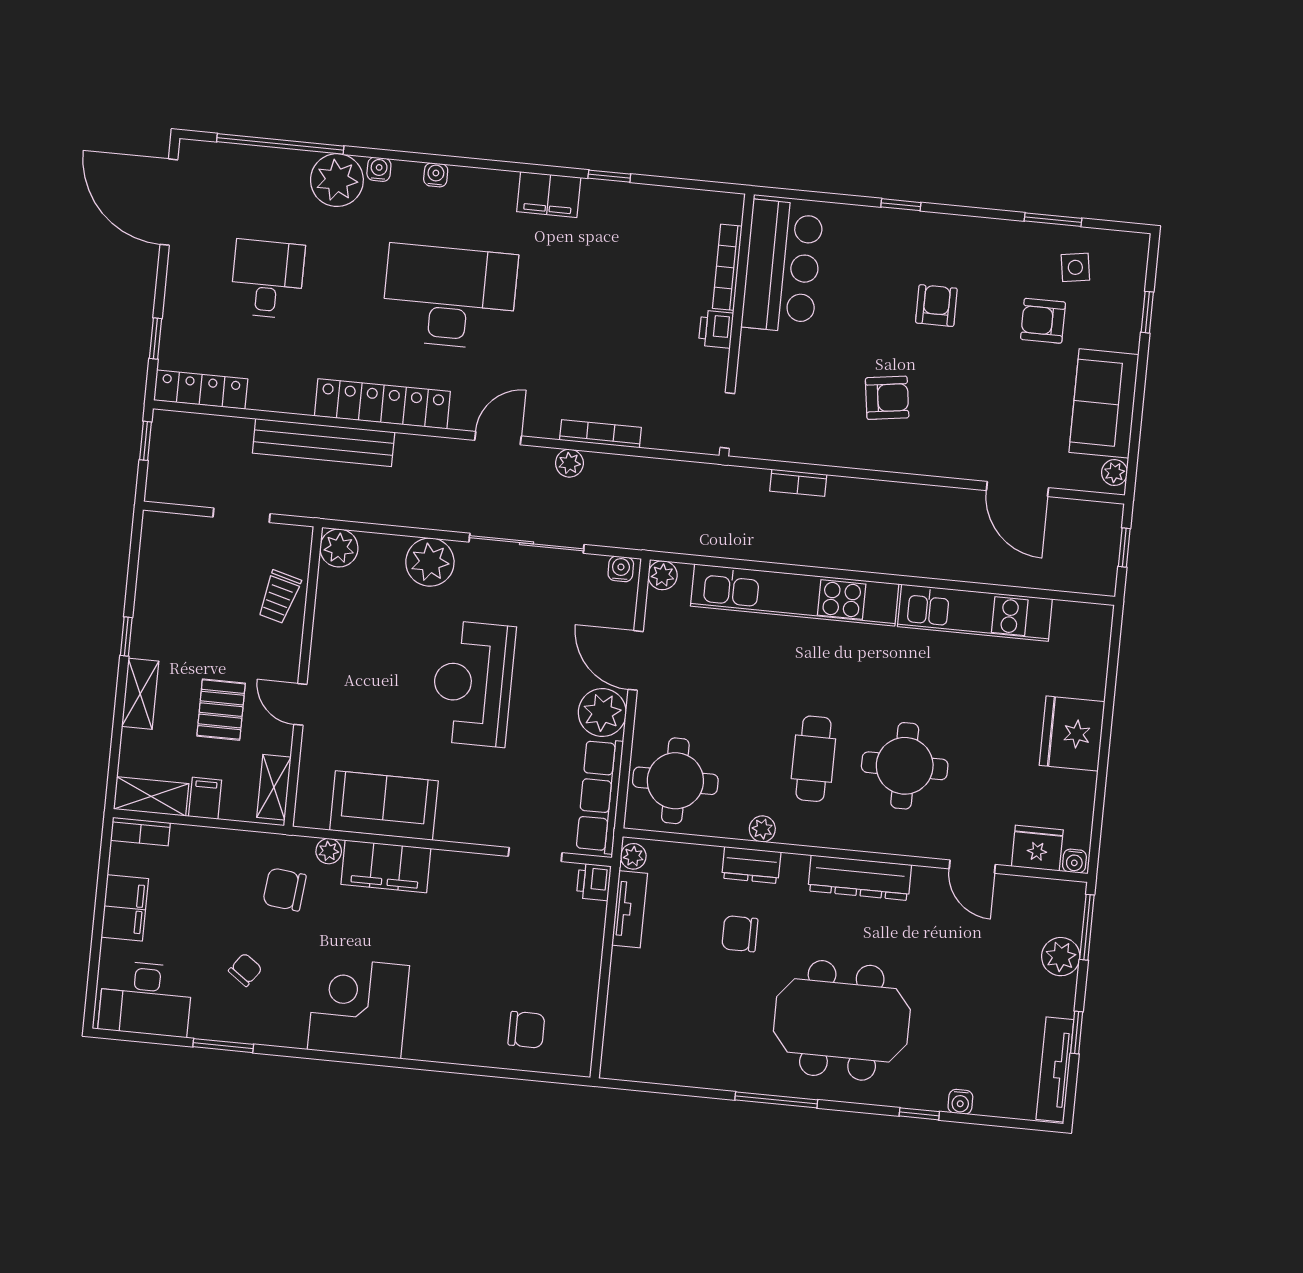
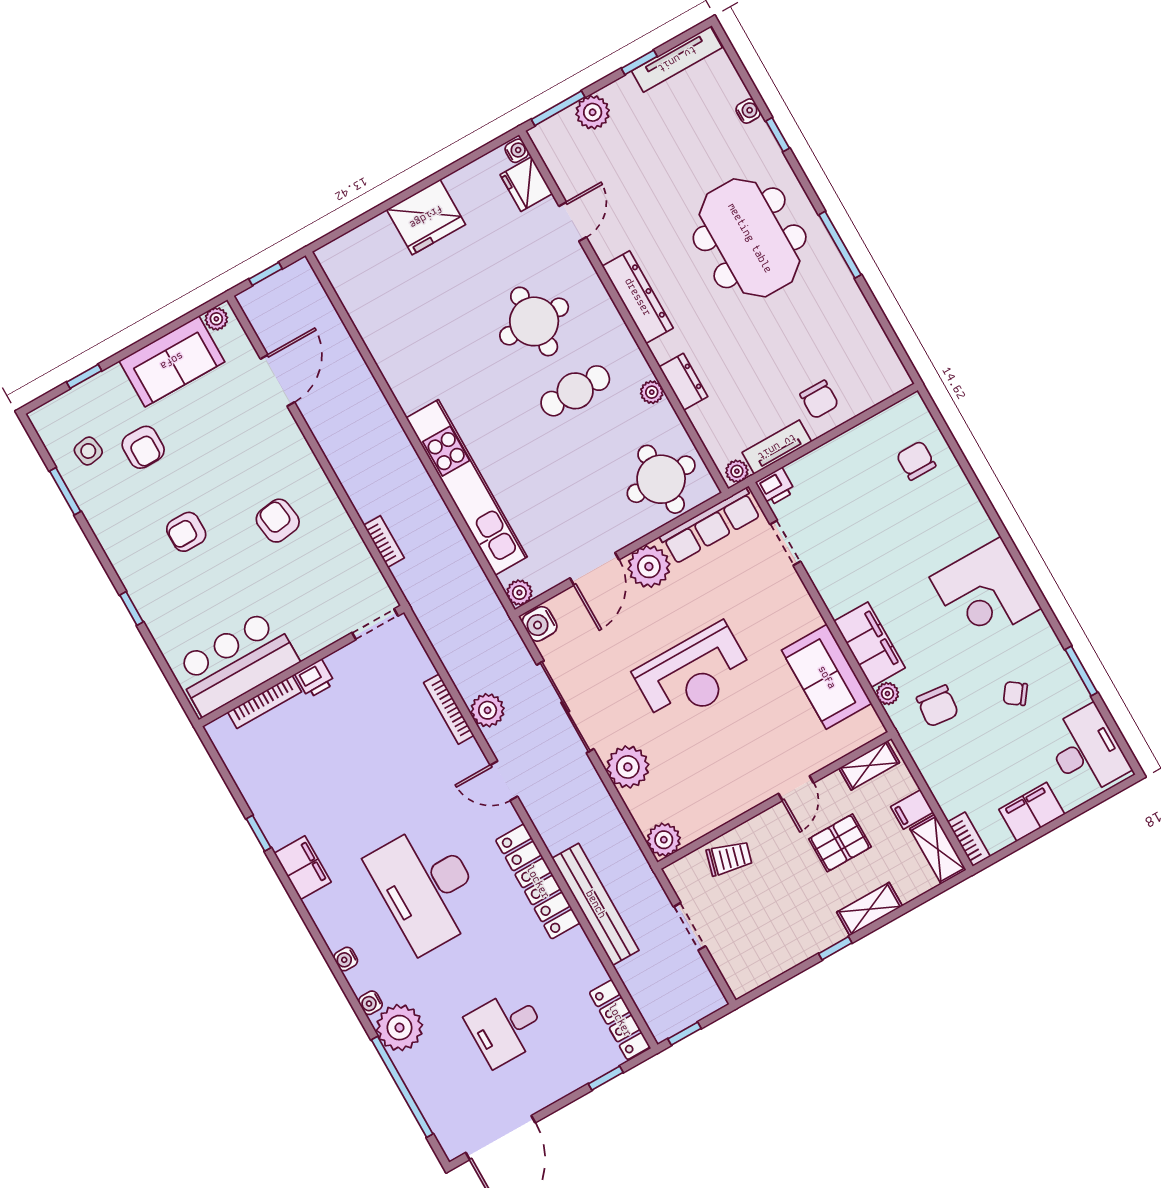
plant: (569, 463) -> (488, 710), width x1.38, depth x1.38
water cooler: (621, 569) -> (540, 624), width x1.38, depth x1.38
kitchen unit: (975, 613) -> (388, 348), removed
chair: (740, 934) -> (819, 400), moved

